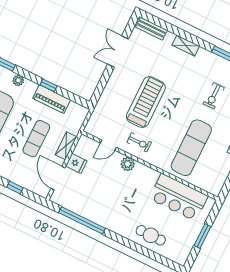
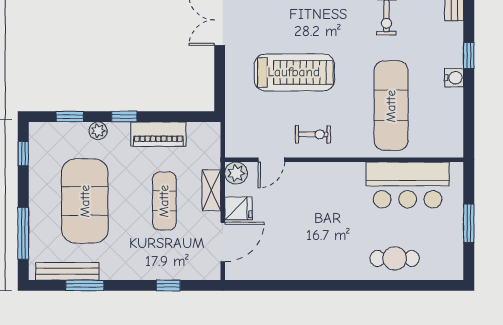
window: (49, 85) -> (124, 117), moved
treadmill: (146, 102) -> (294, 72), turned 90
plant: (128, 164) -> (236, 173), moved
door: (58, 178) -> (223, 242), swing flipped
window: (82, 220) -> (286, 285), removed

